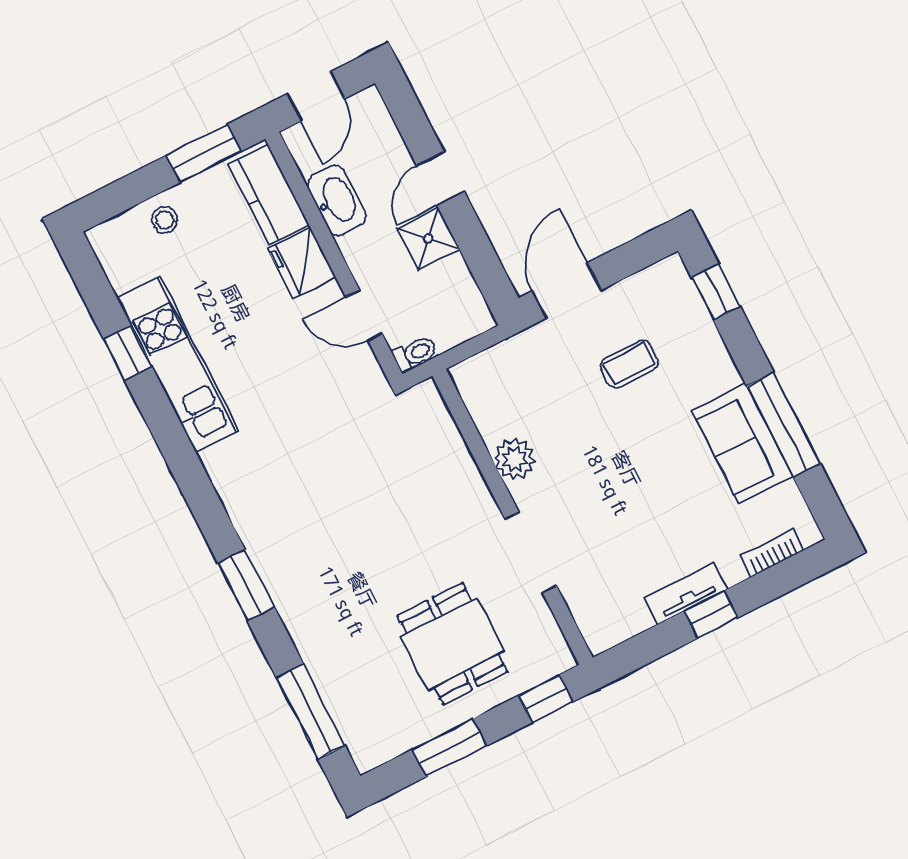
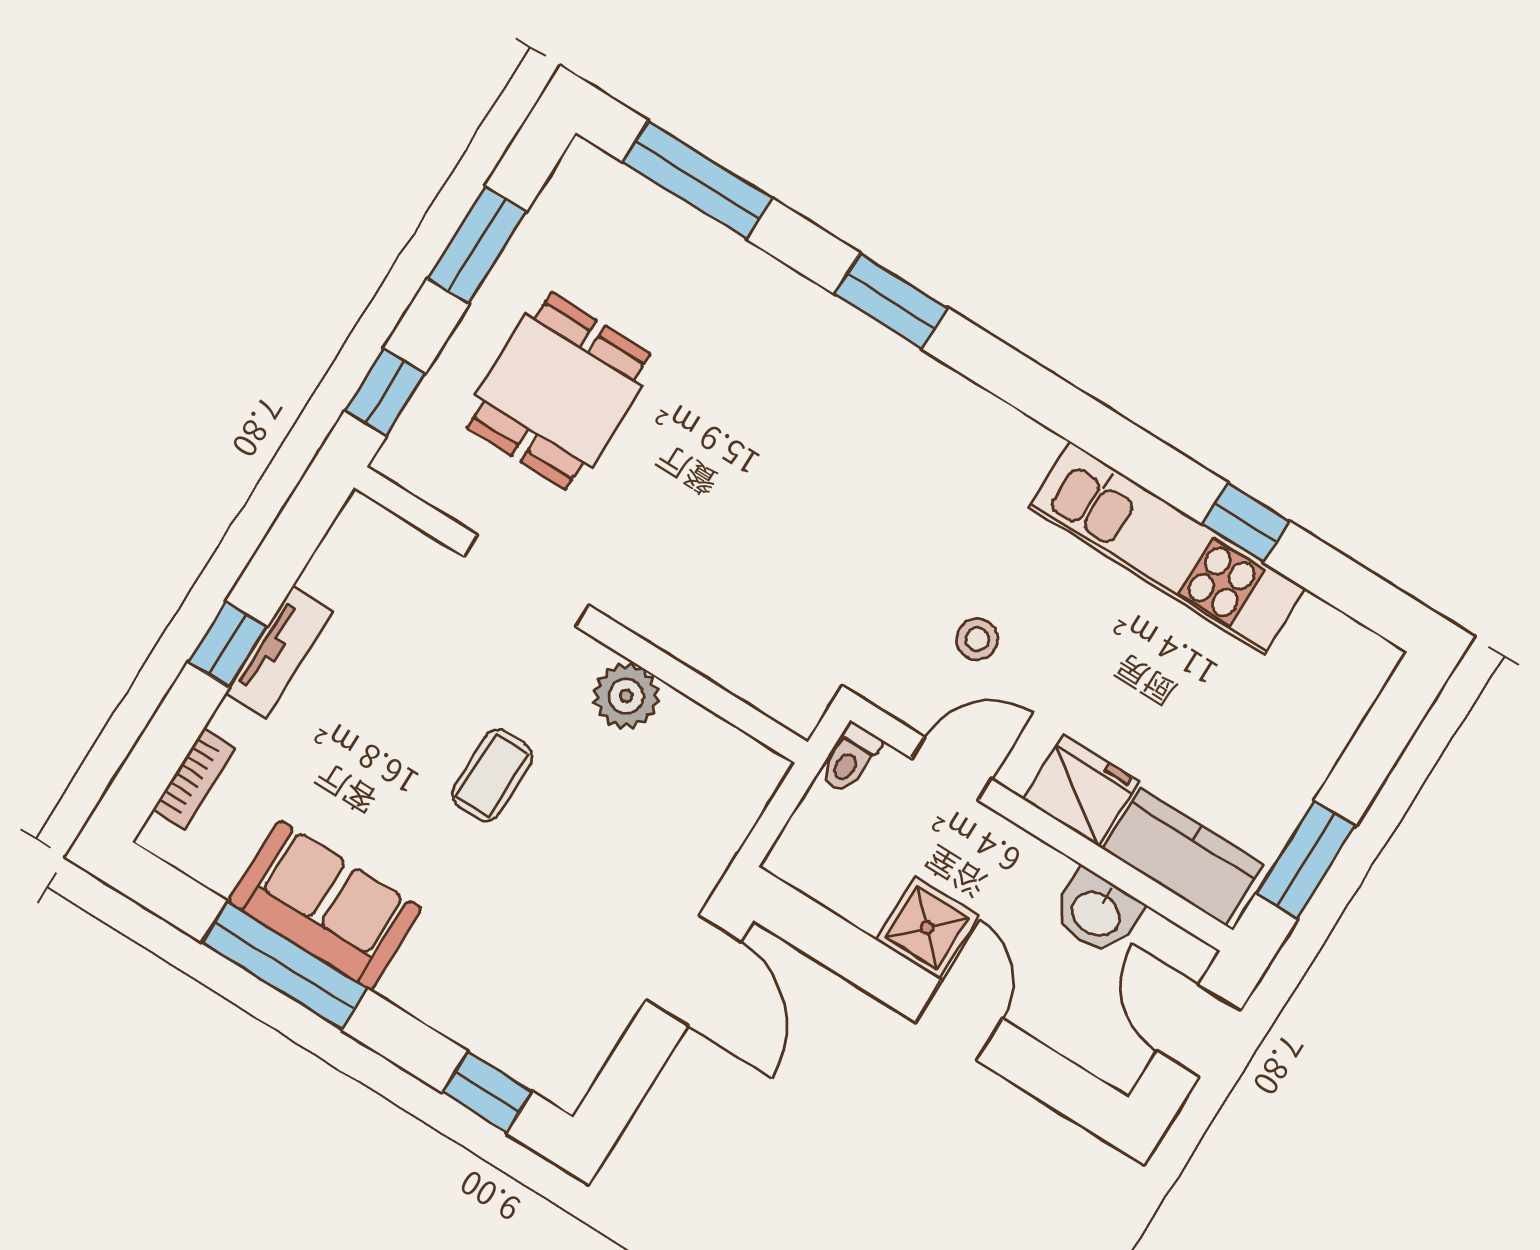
washbasin: (337, 201) -> (1097, 912), width x0.72
stool: (164, 220) -> (977, 639), moved
coffee table: (629, 364) -> (492, 775), moved
dining table: (453, 644) -> (559, 391), turned 90

